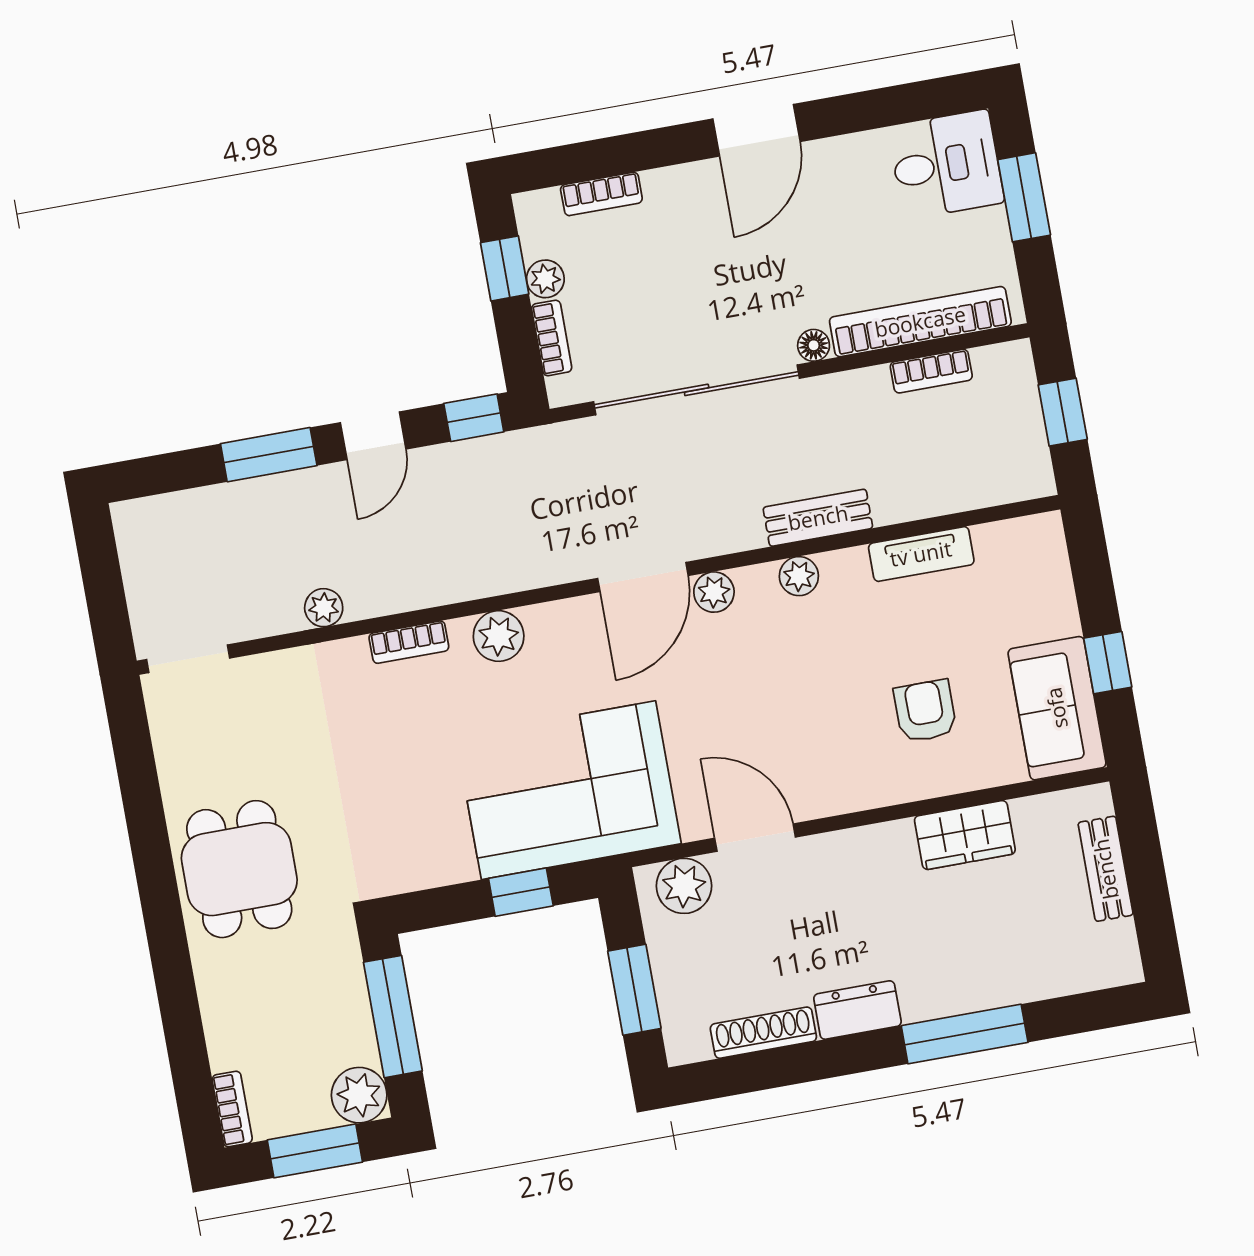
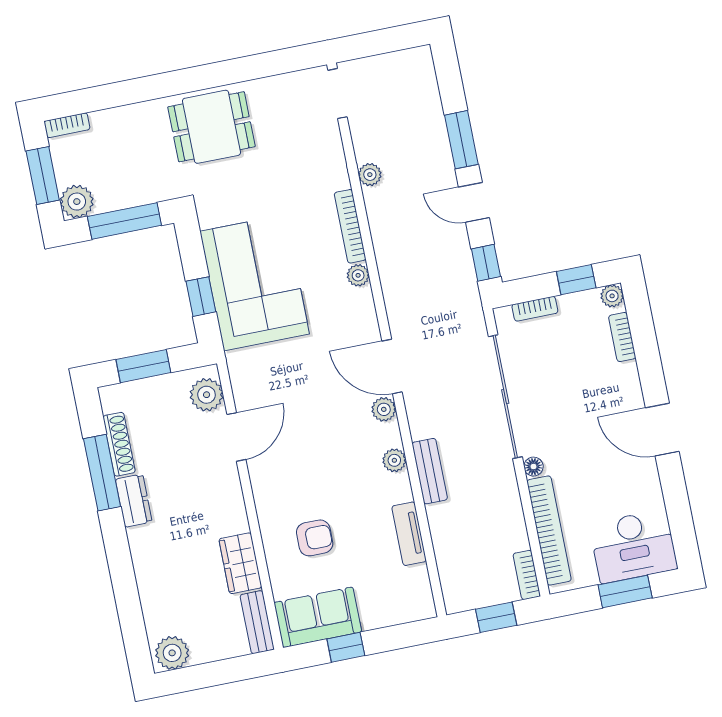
desk: (946, 164) -> (633, 546), width x1.37
plant: (545, 279) -> (612, 296), moved
bookcase: (931, 371) -> (527, 575), moved
plant: (499, 636) -> (358, 275), width x0.73, depth x0.73
bookcase: (409, 642) -> (350, 226), width x1.56
corner sofa: (568, 790) -> (255, 283), moved
bench: (1106, 869) -> (257, 622), moved, turned 90
plant: (1112, 951) -> (172, 653), added
window: (965, 1034) -> (102, 473), moved

